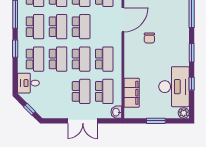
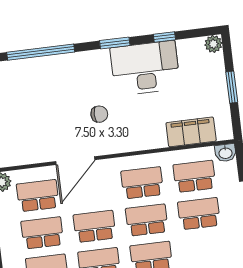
door: (123, 20) -> (75, 161), swing flipped
desk: (174, 87) -> (145, 68), moved

